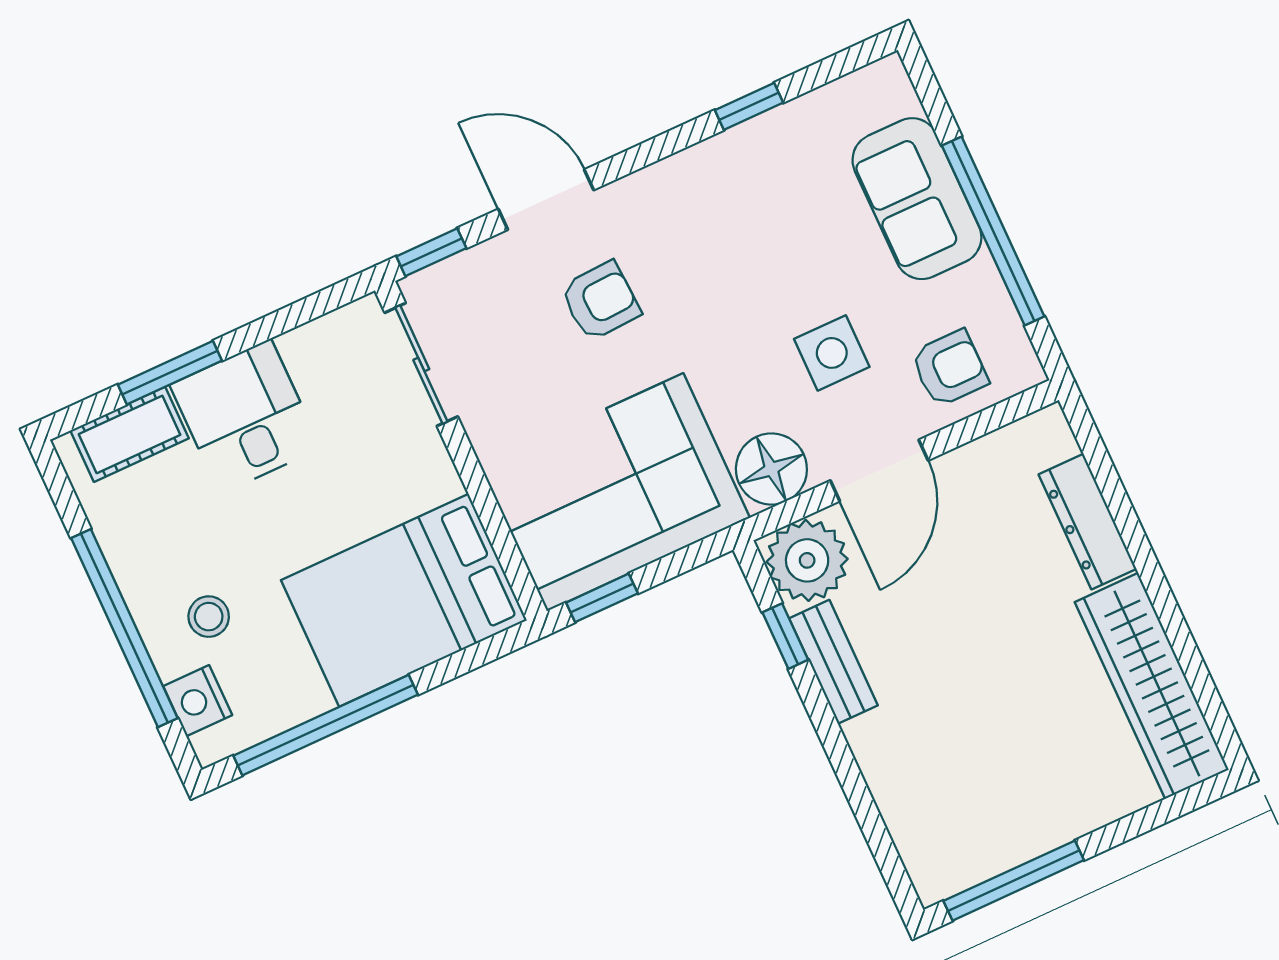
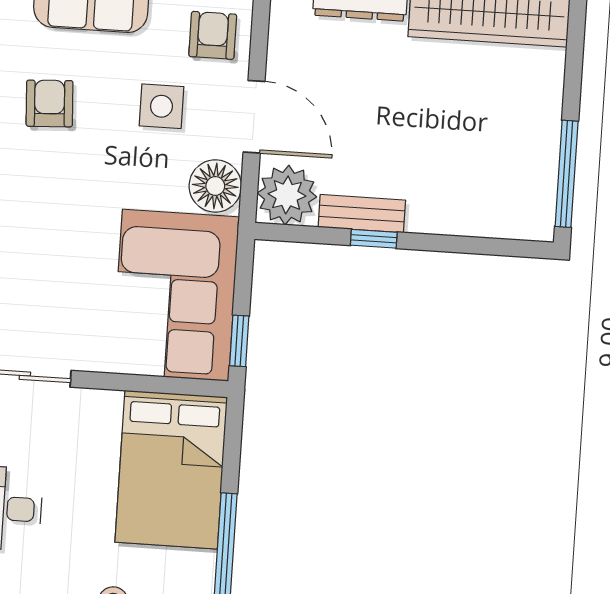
armchair: (600, 301) -> (50, 103), moved
window: (785, 636) -> (374, 239), moved

